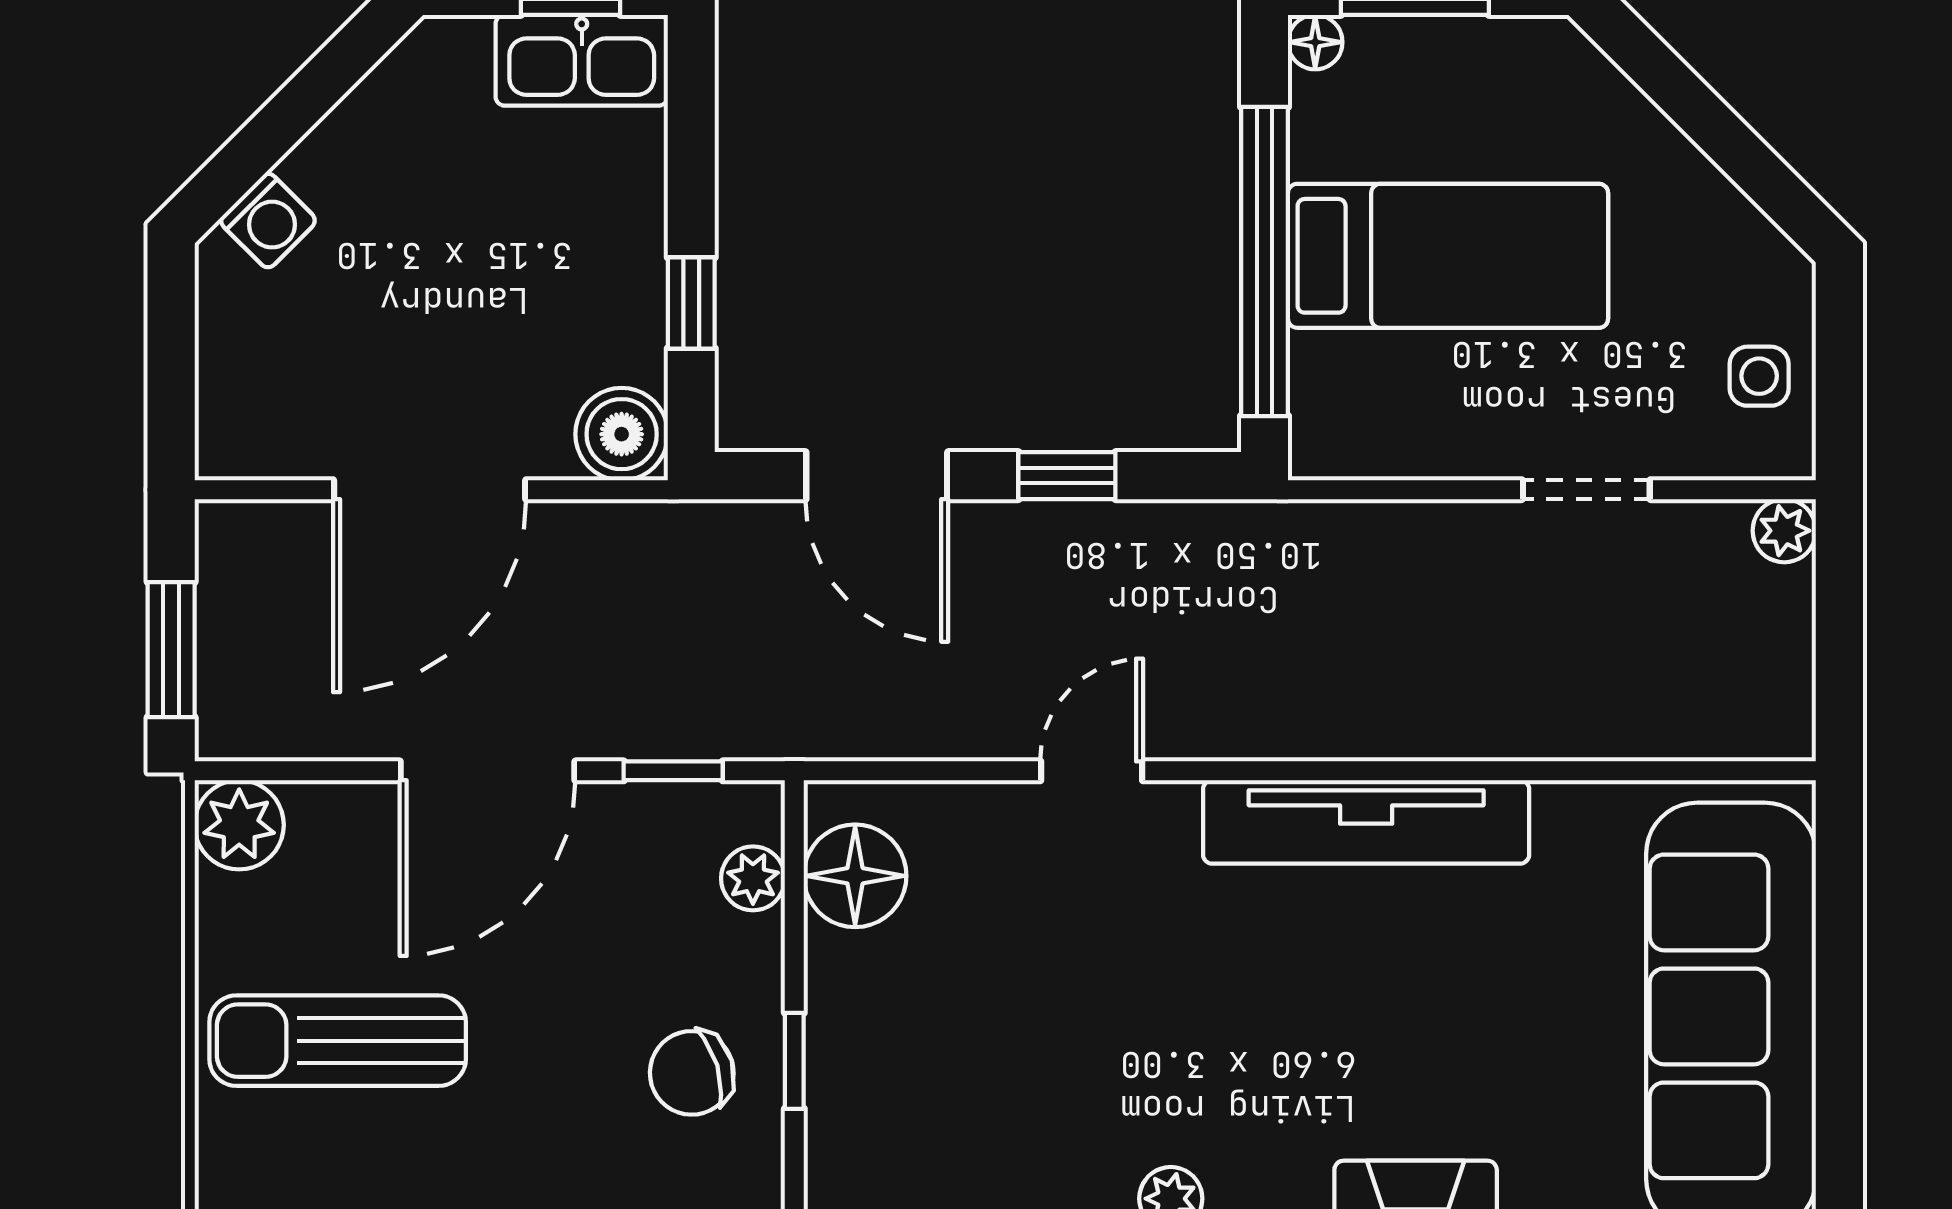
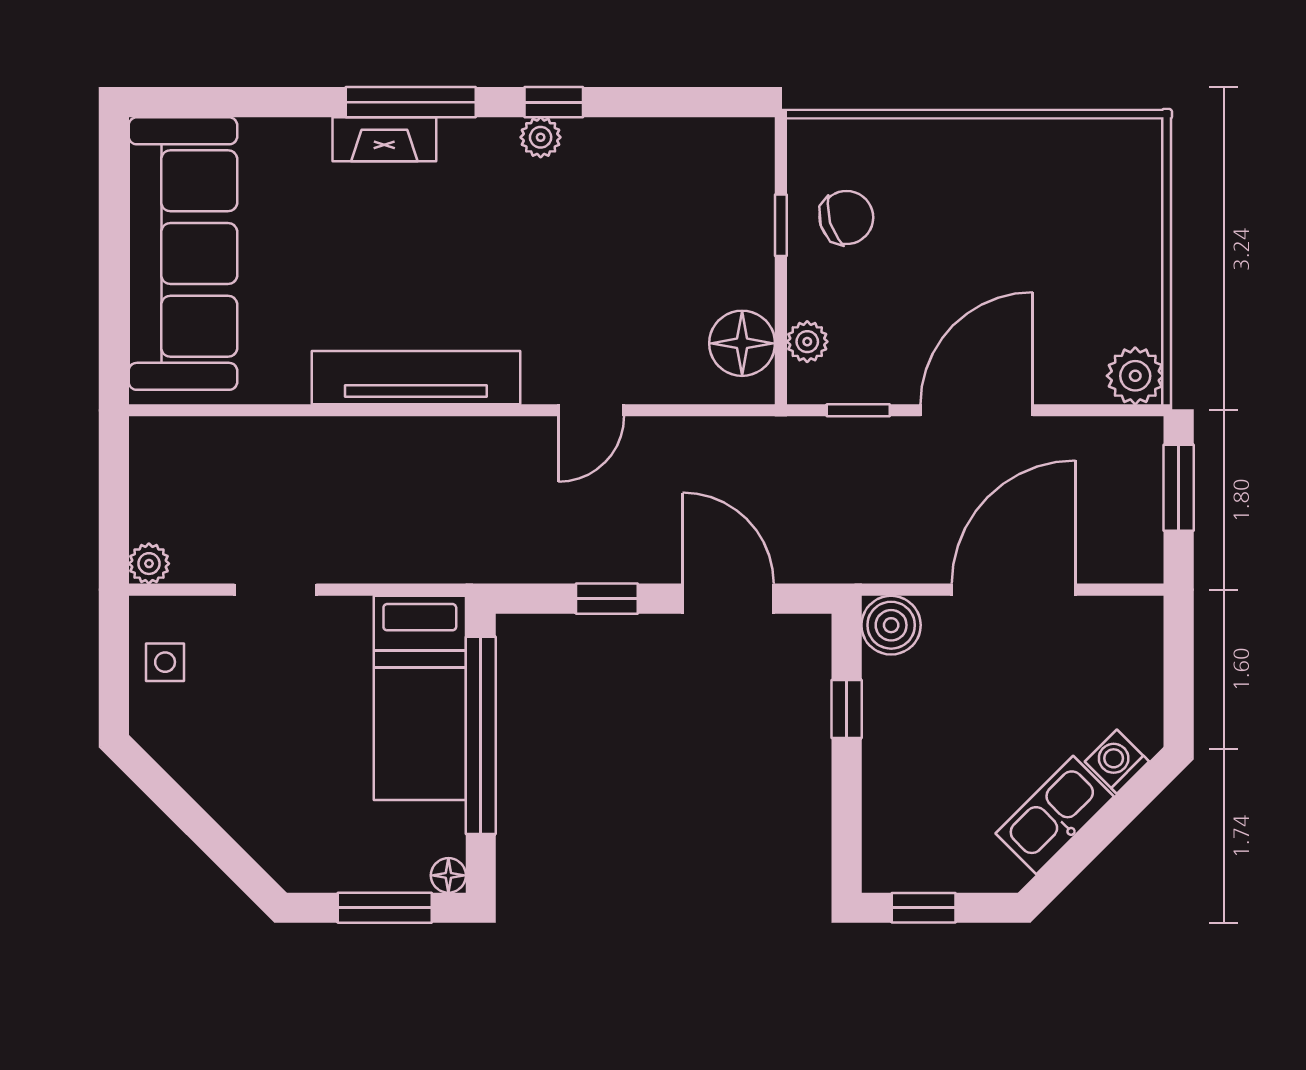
kitchen sink: (582, 60) -> (1055, 815), moved, turned -45
bed: (1448, 256) -> (420, 698), moved, turned -90
sun lounger: (338, 1041) -> (1072, 238), removed

